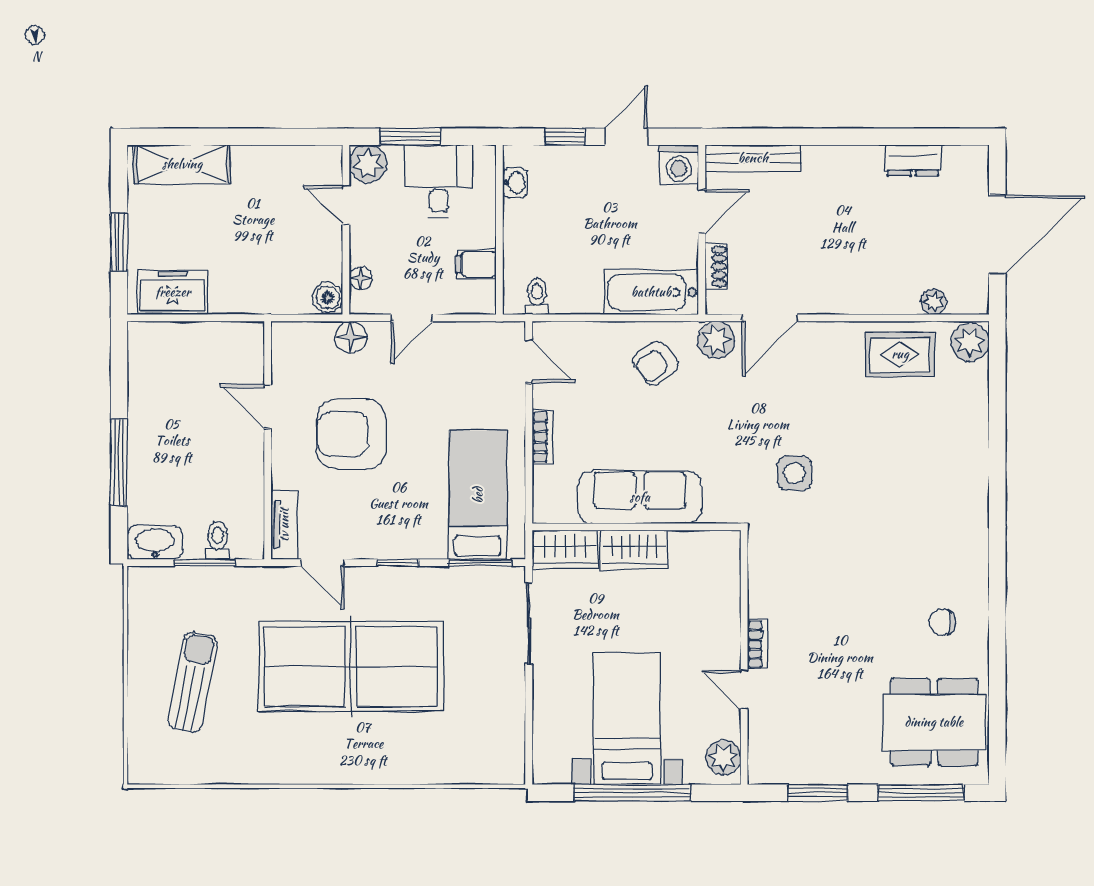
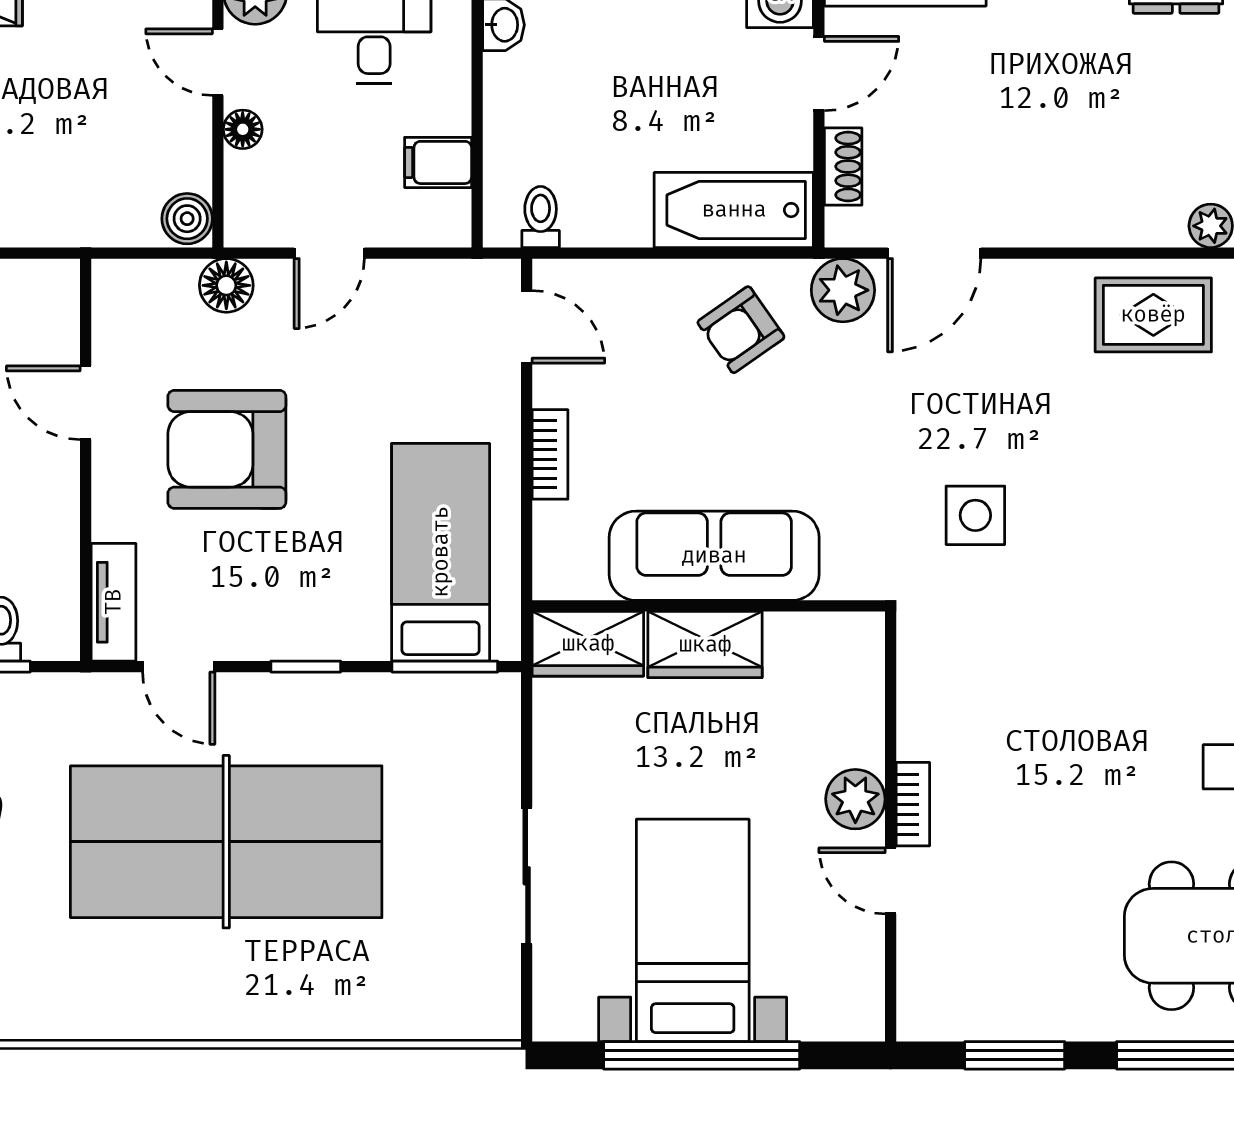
floor lamp: (361, 278) -> (243, 129), moved
sliding door: (529, 623) -> (527, 876), moved
plant: (723, 758) -> (855, 799), moved

